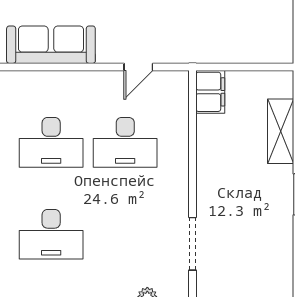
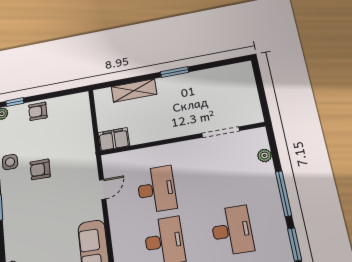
door: (138, 67) -> (103, 189), hinge flipped

